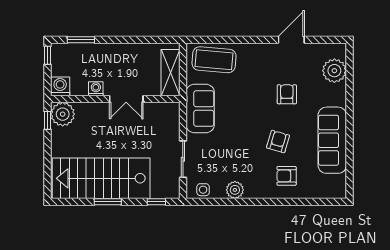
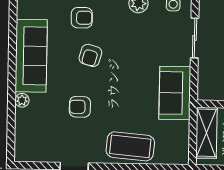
coffee table: (214, 60) -> (130, 146), moved
plant: (334, 71) -> (22, 100), moved, width x0.53, depth x0.53
armchair: (287, 94) -> (80, 107), turned 90

